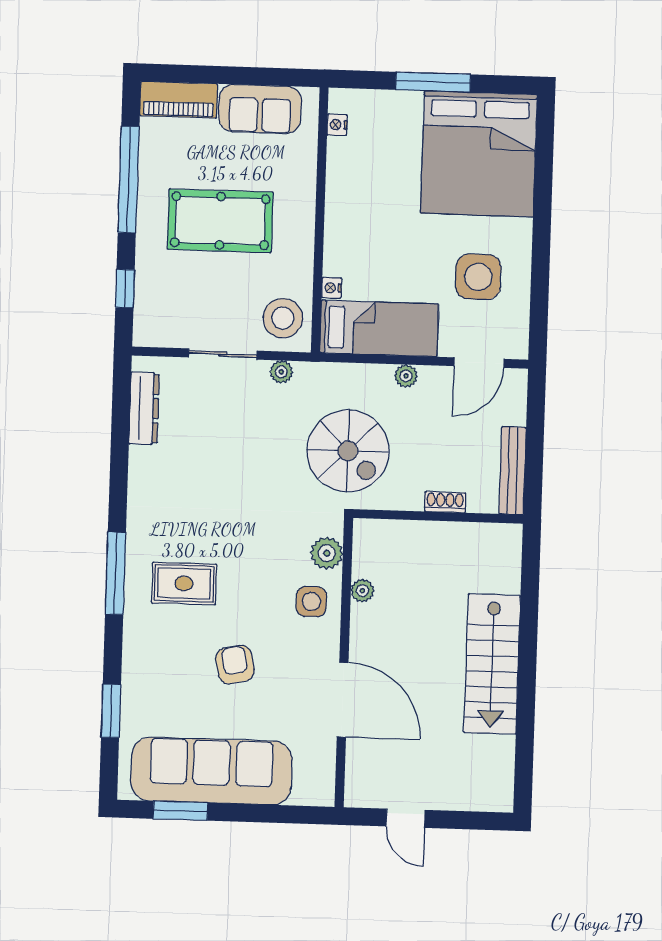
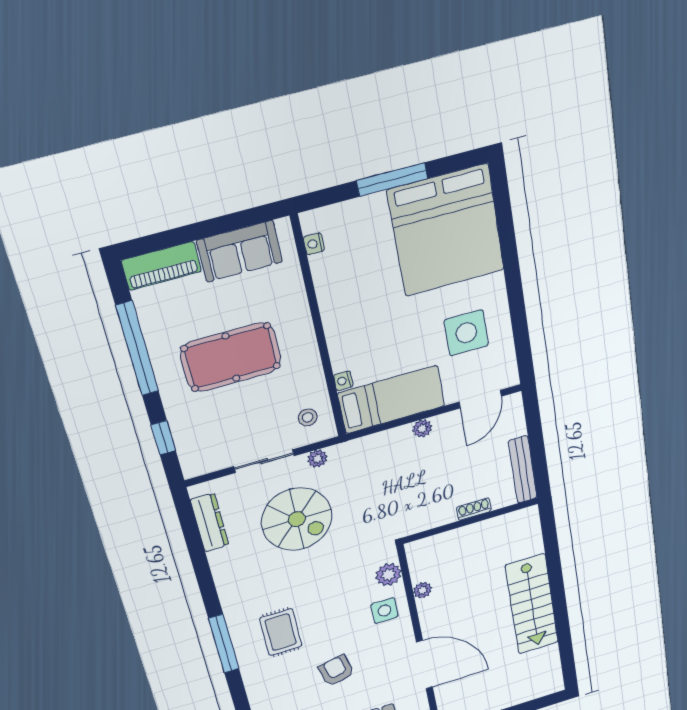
stool: (283, 318) -> (308, 417), width x0.53, depth x0.53
spiral stairs: (348, 451) -> (297, 519), moved
rug: (184, 583) -> (281, 632), turned 90

